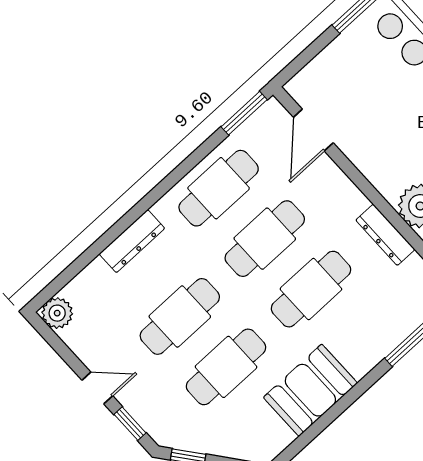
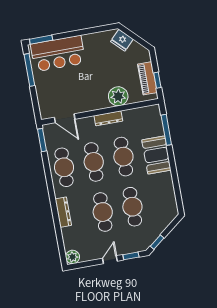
dresser: (385, 235) -> (108, 118), moved
booth: (310, 390) -> (156, 155), moved

